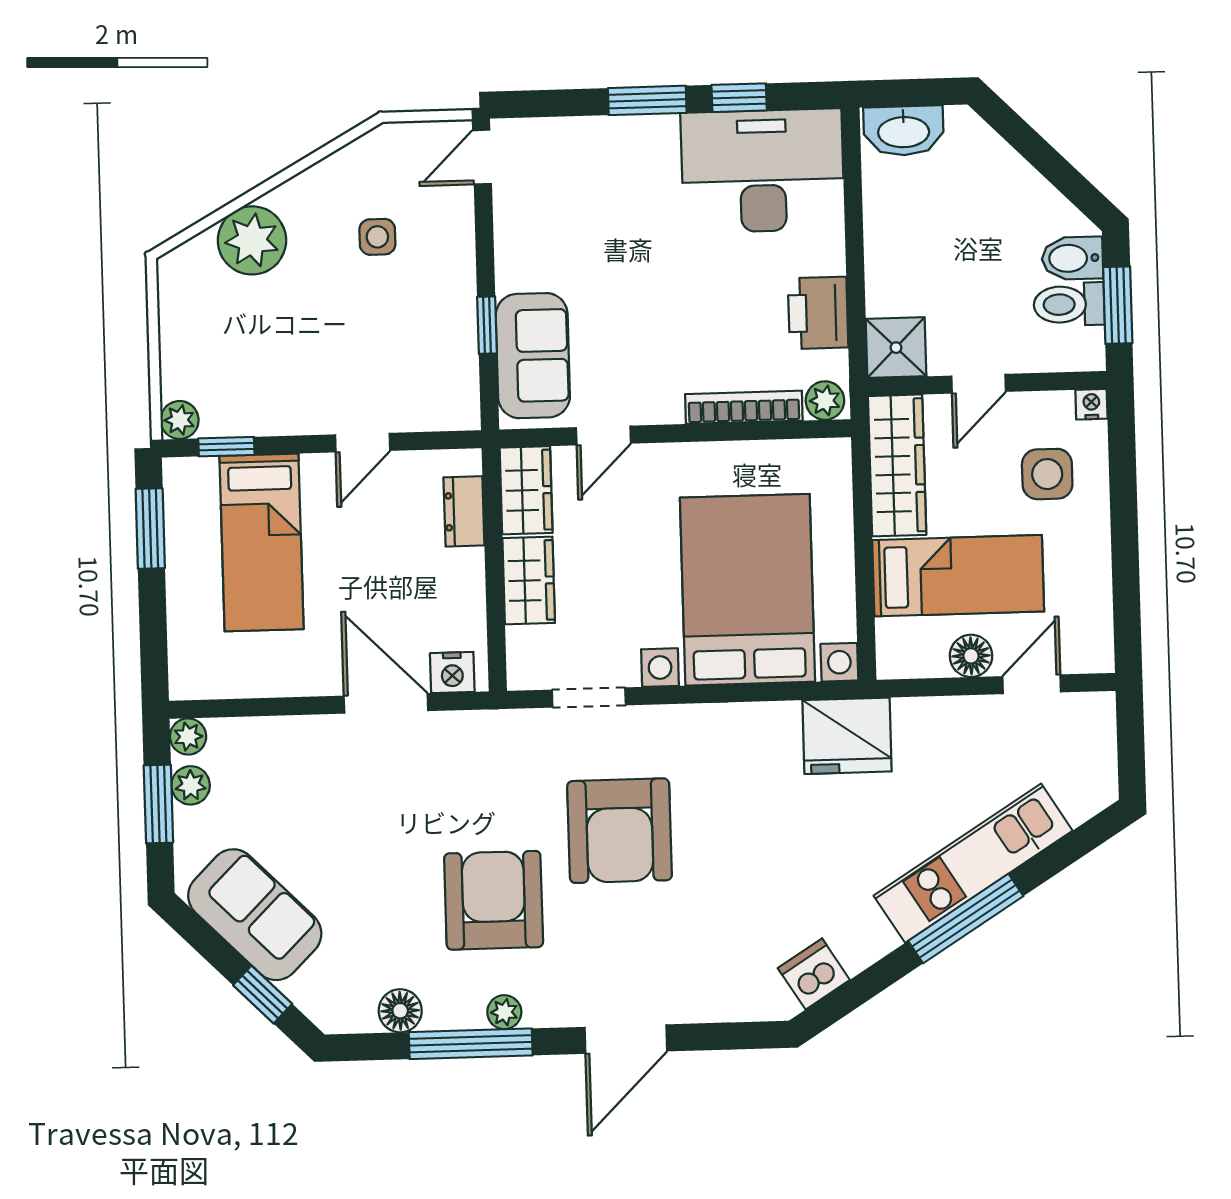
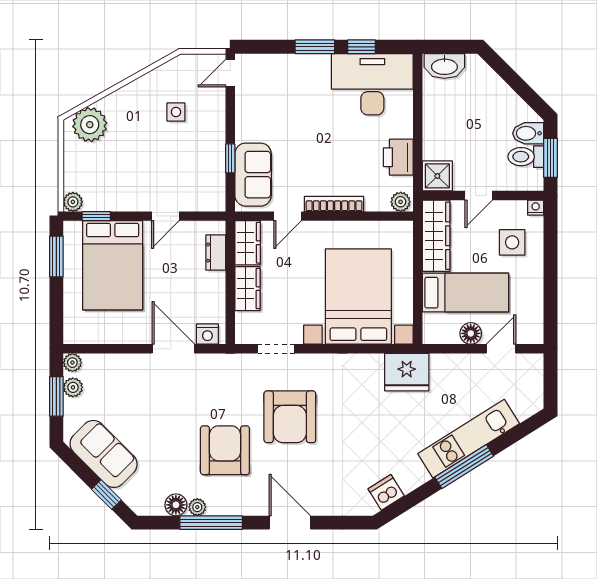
plant: (252, 240) -> (90, 125), moved
bookcase: (744, 407) -> (334, 204), moved
bed: (262, 542) -> (113, 265), width x1.50
plant: (504, 1012) -> (197, 507), moved
door: (626, 1039) -> (290, 523), swing flipped

